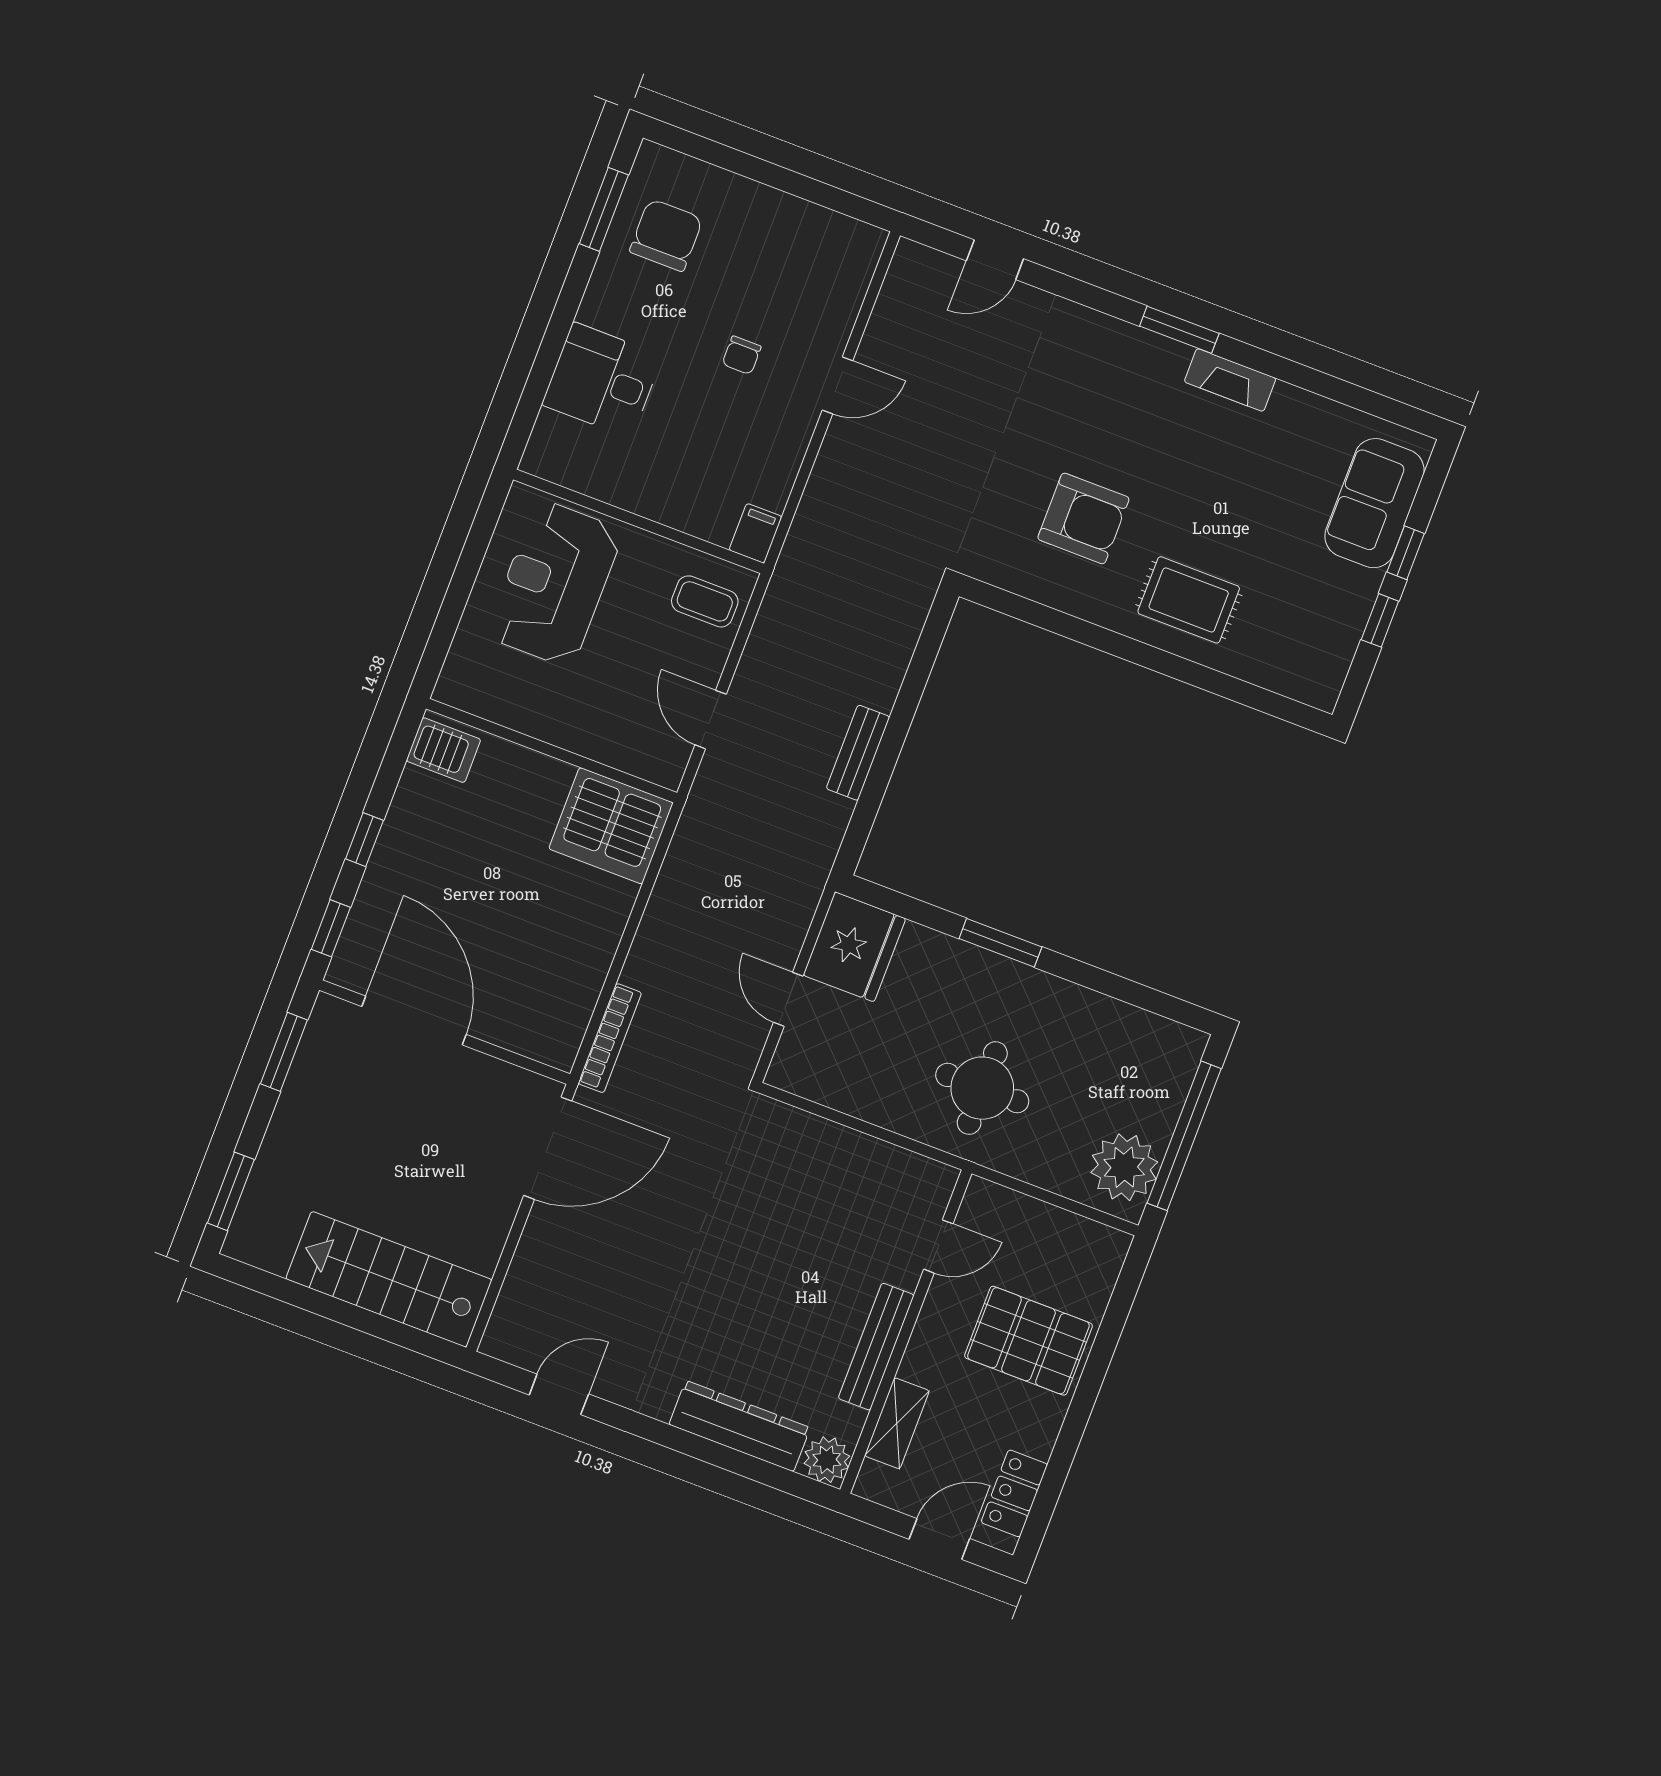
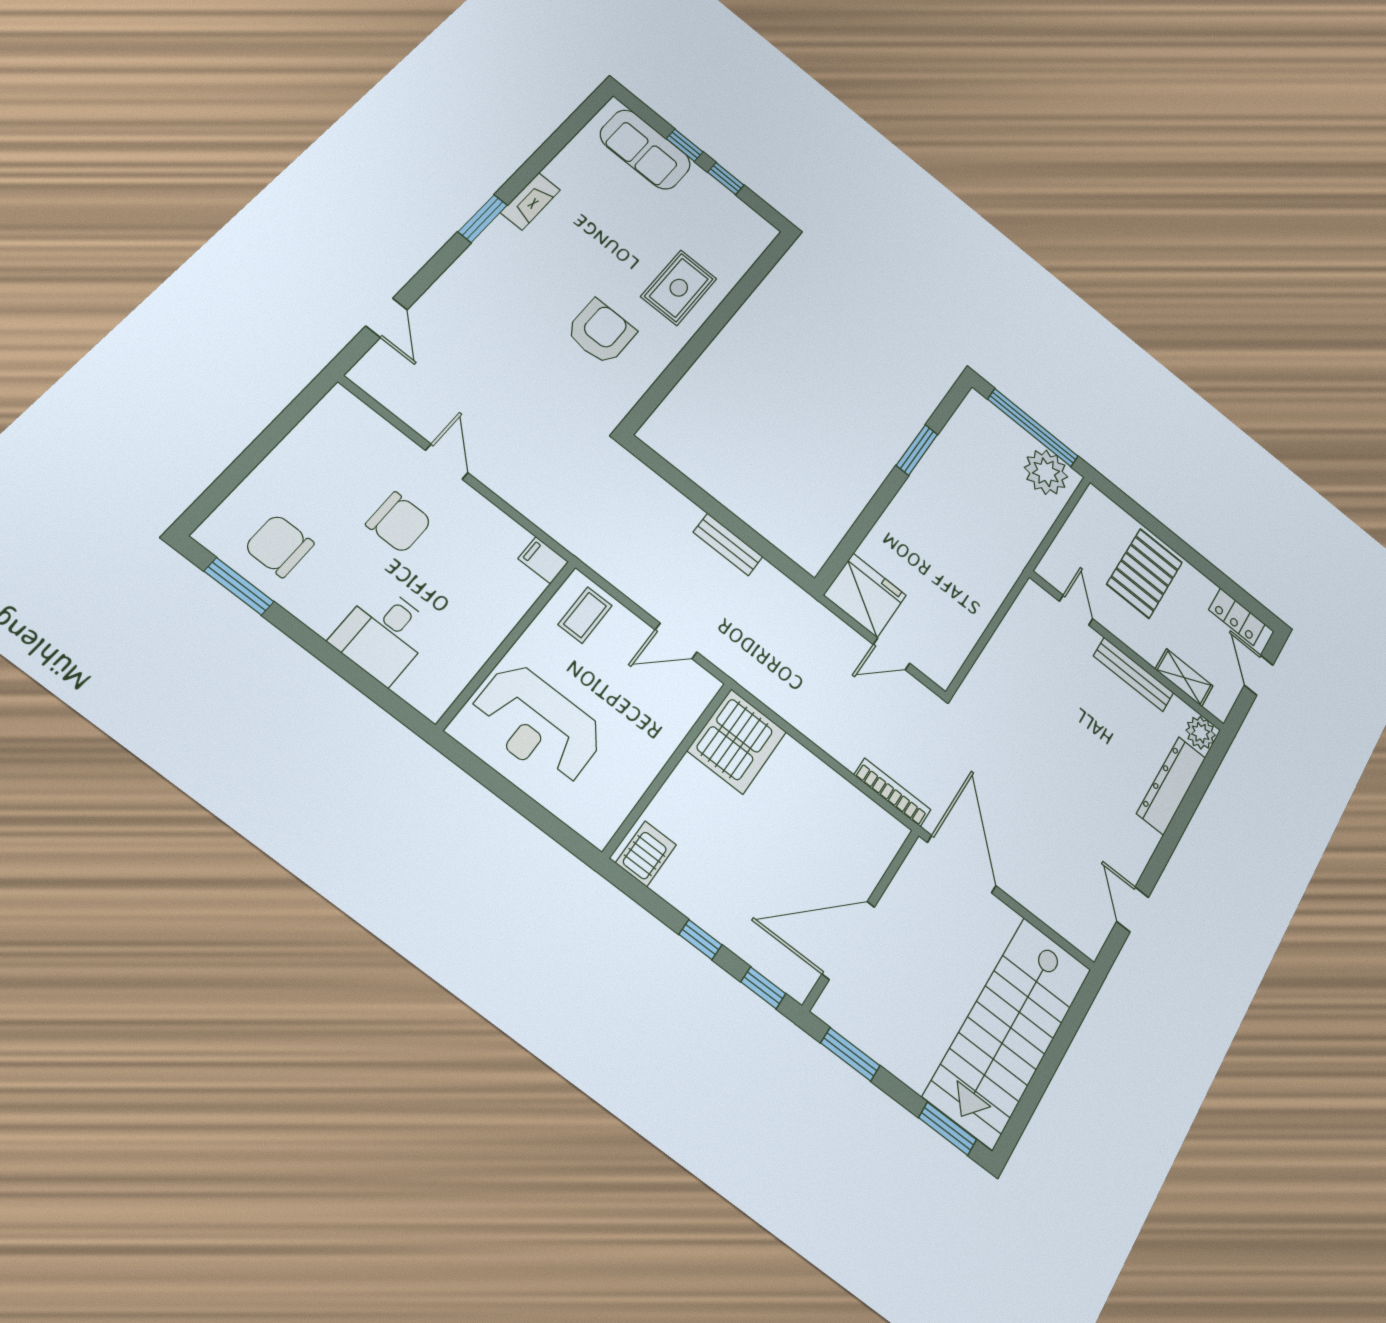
chair: (742, 355) -> (399, 522), width x1.87, depth x1.87
window: (1000, 943) -> (917, 450), moved
round table: (982, 1088) -> (978, 544), removed
stairs: (389, 1279) -> (1009, 1031), width x1.36, depth x1.51

